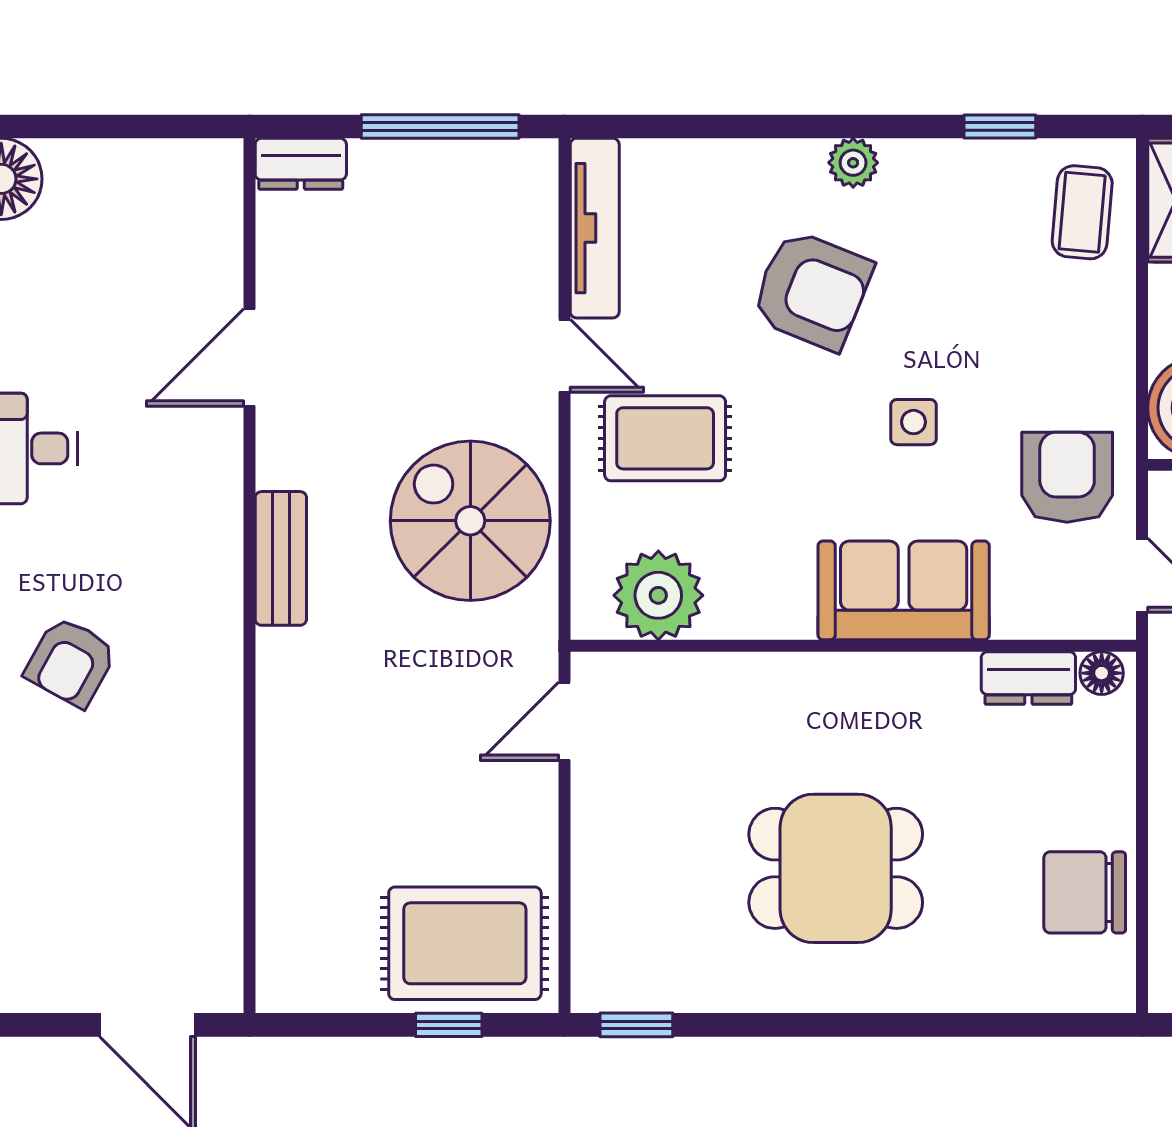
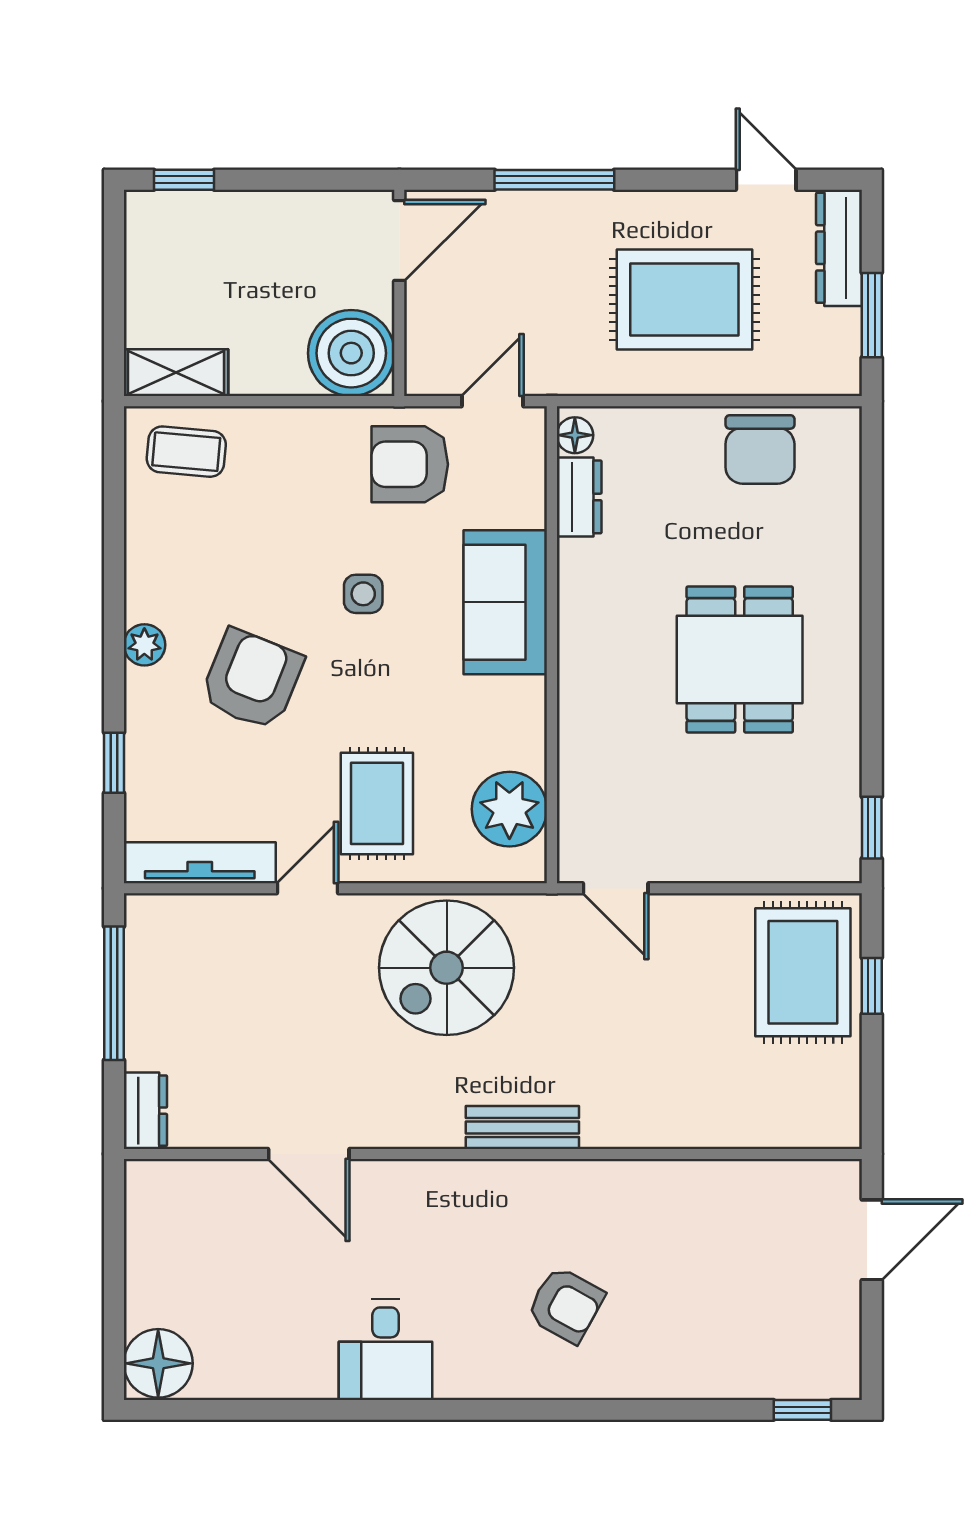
window: (1000, 126) -> (114, 763), moved
bench: (281, 558) -> (522, 1127), moved

